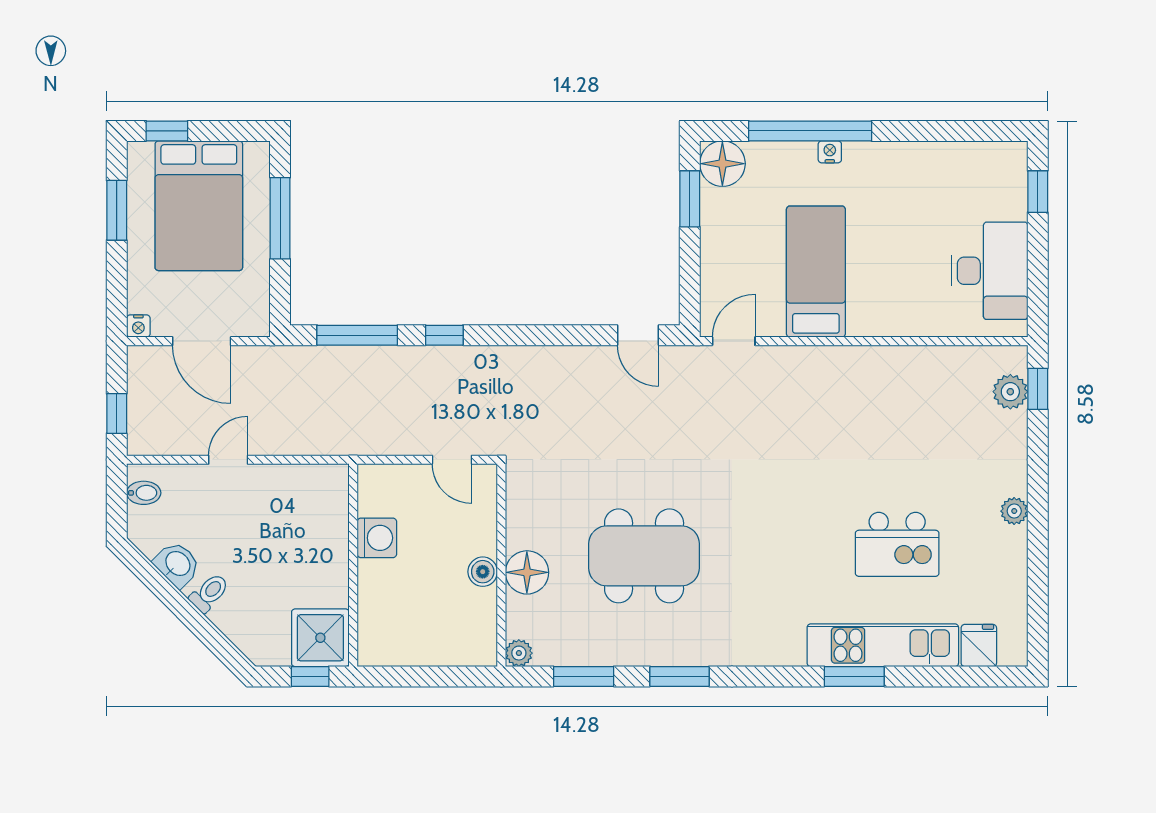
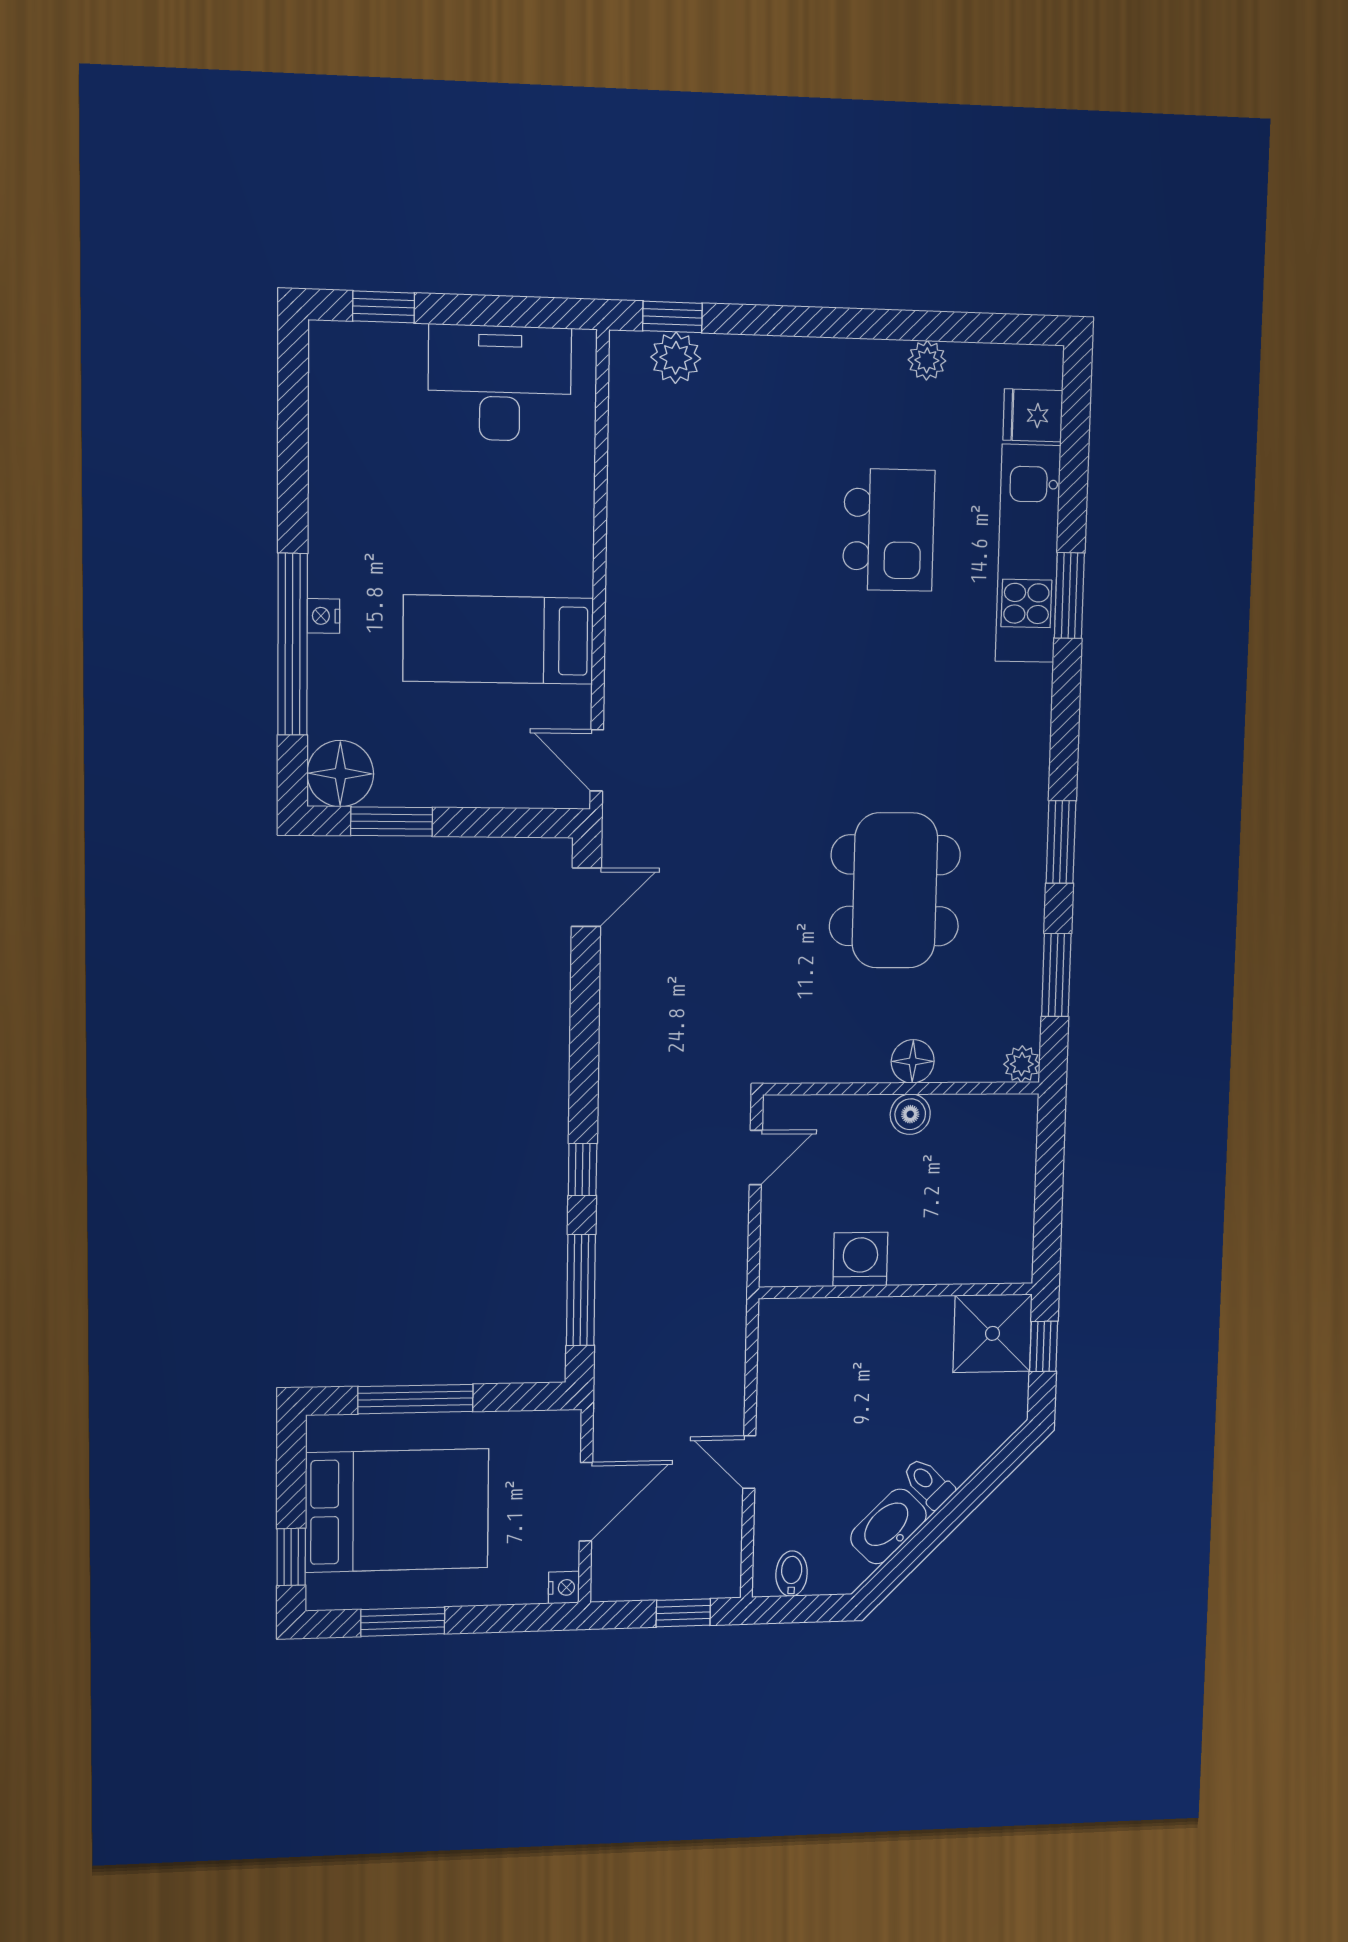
plant: (1014, 511) -> (927, 360), moved
washbasin: (177, 564) -> (888, 1526), width x1.38
floor lamp: (527, 572) -> (913, 1061), width x0.73, depth x0.73

